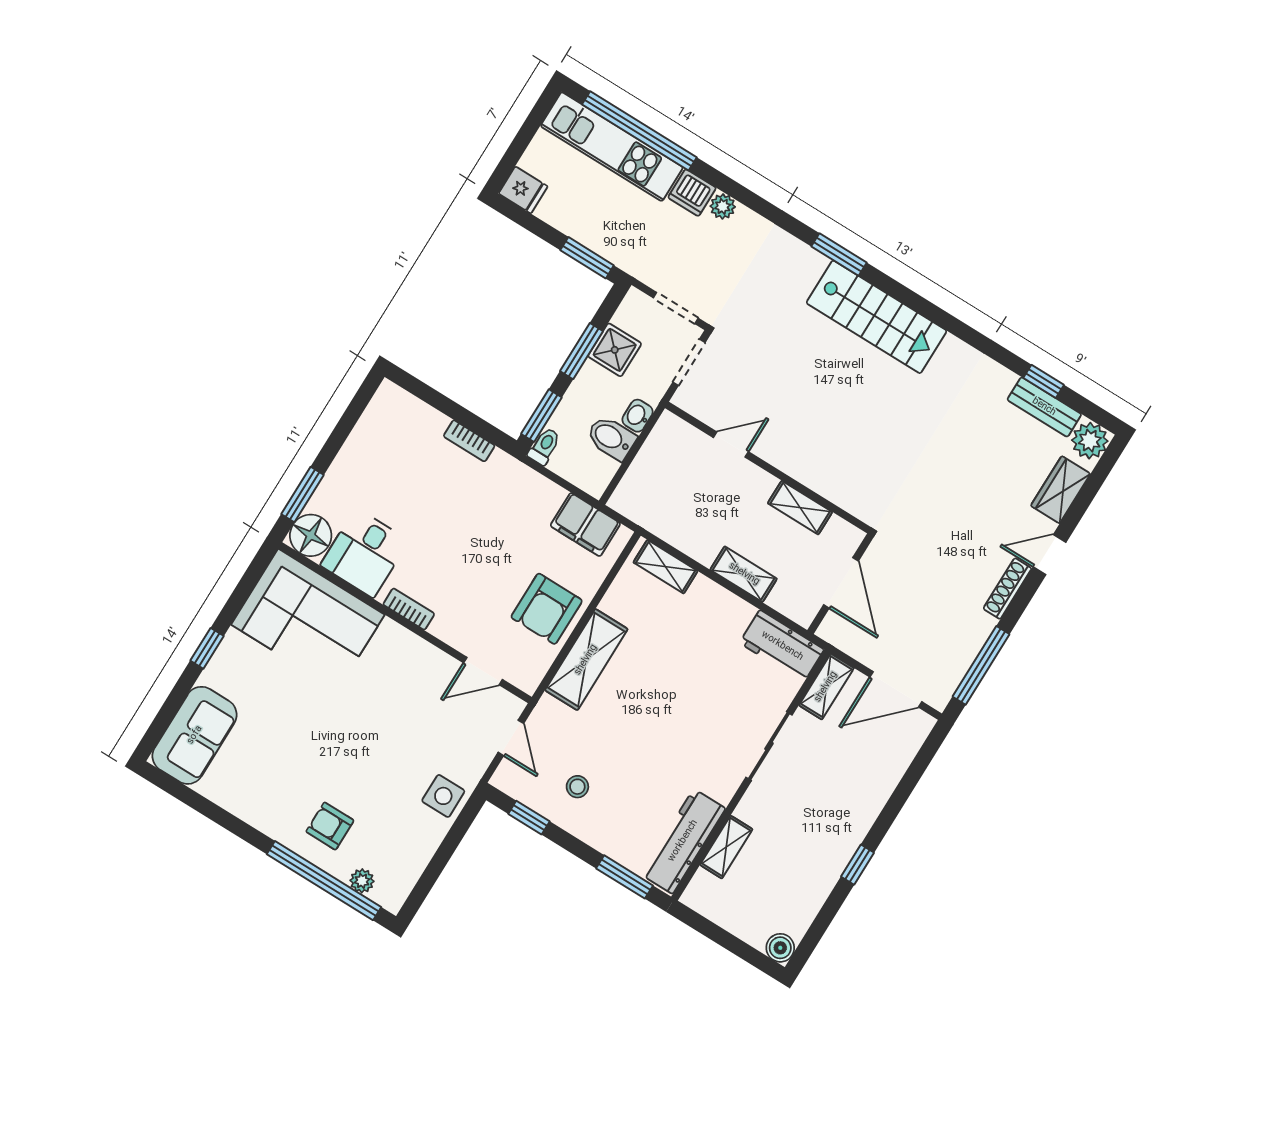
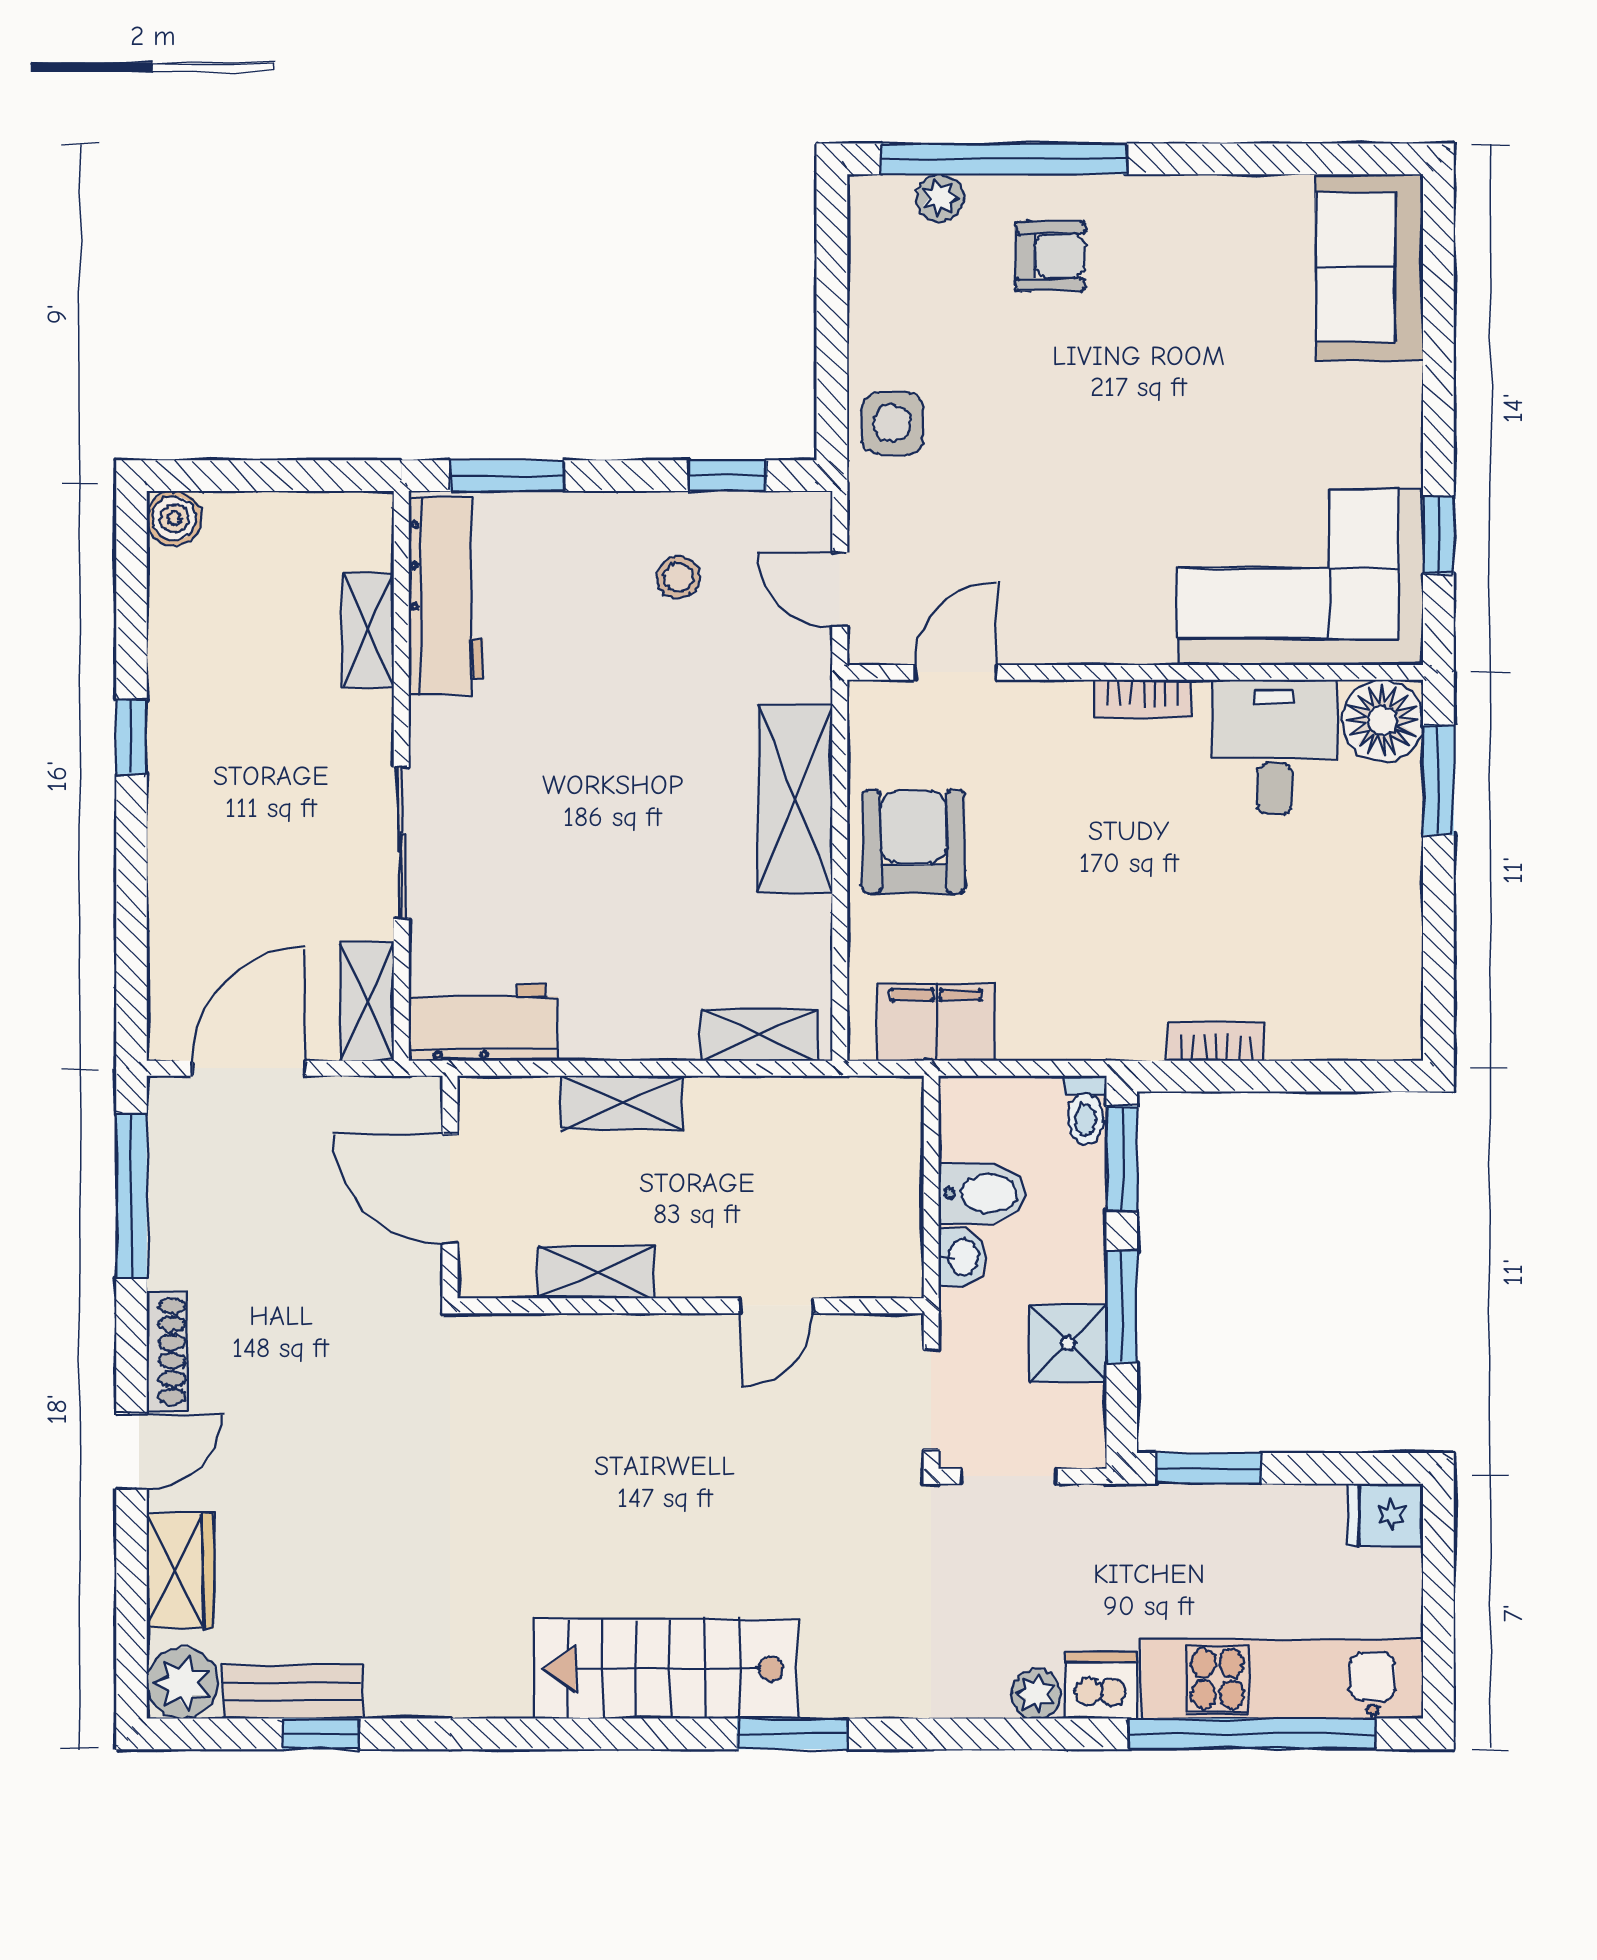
window: (207, 648) -> (1438, 535), moved

